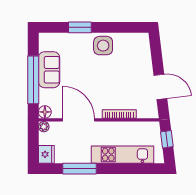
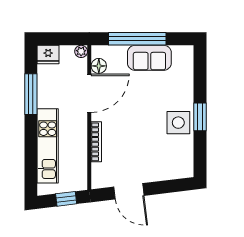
window: (80, 27) -> (200, 117), moved
door: (160, 87) -> (129, 191), hinge flipped
floor lamp: (45, 112) -> (99, 66), moved

